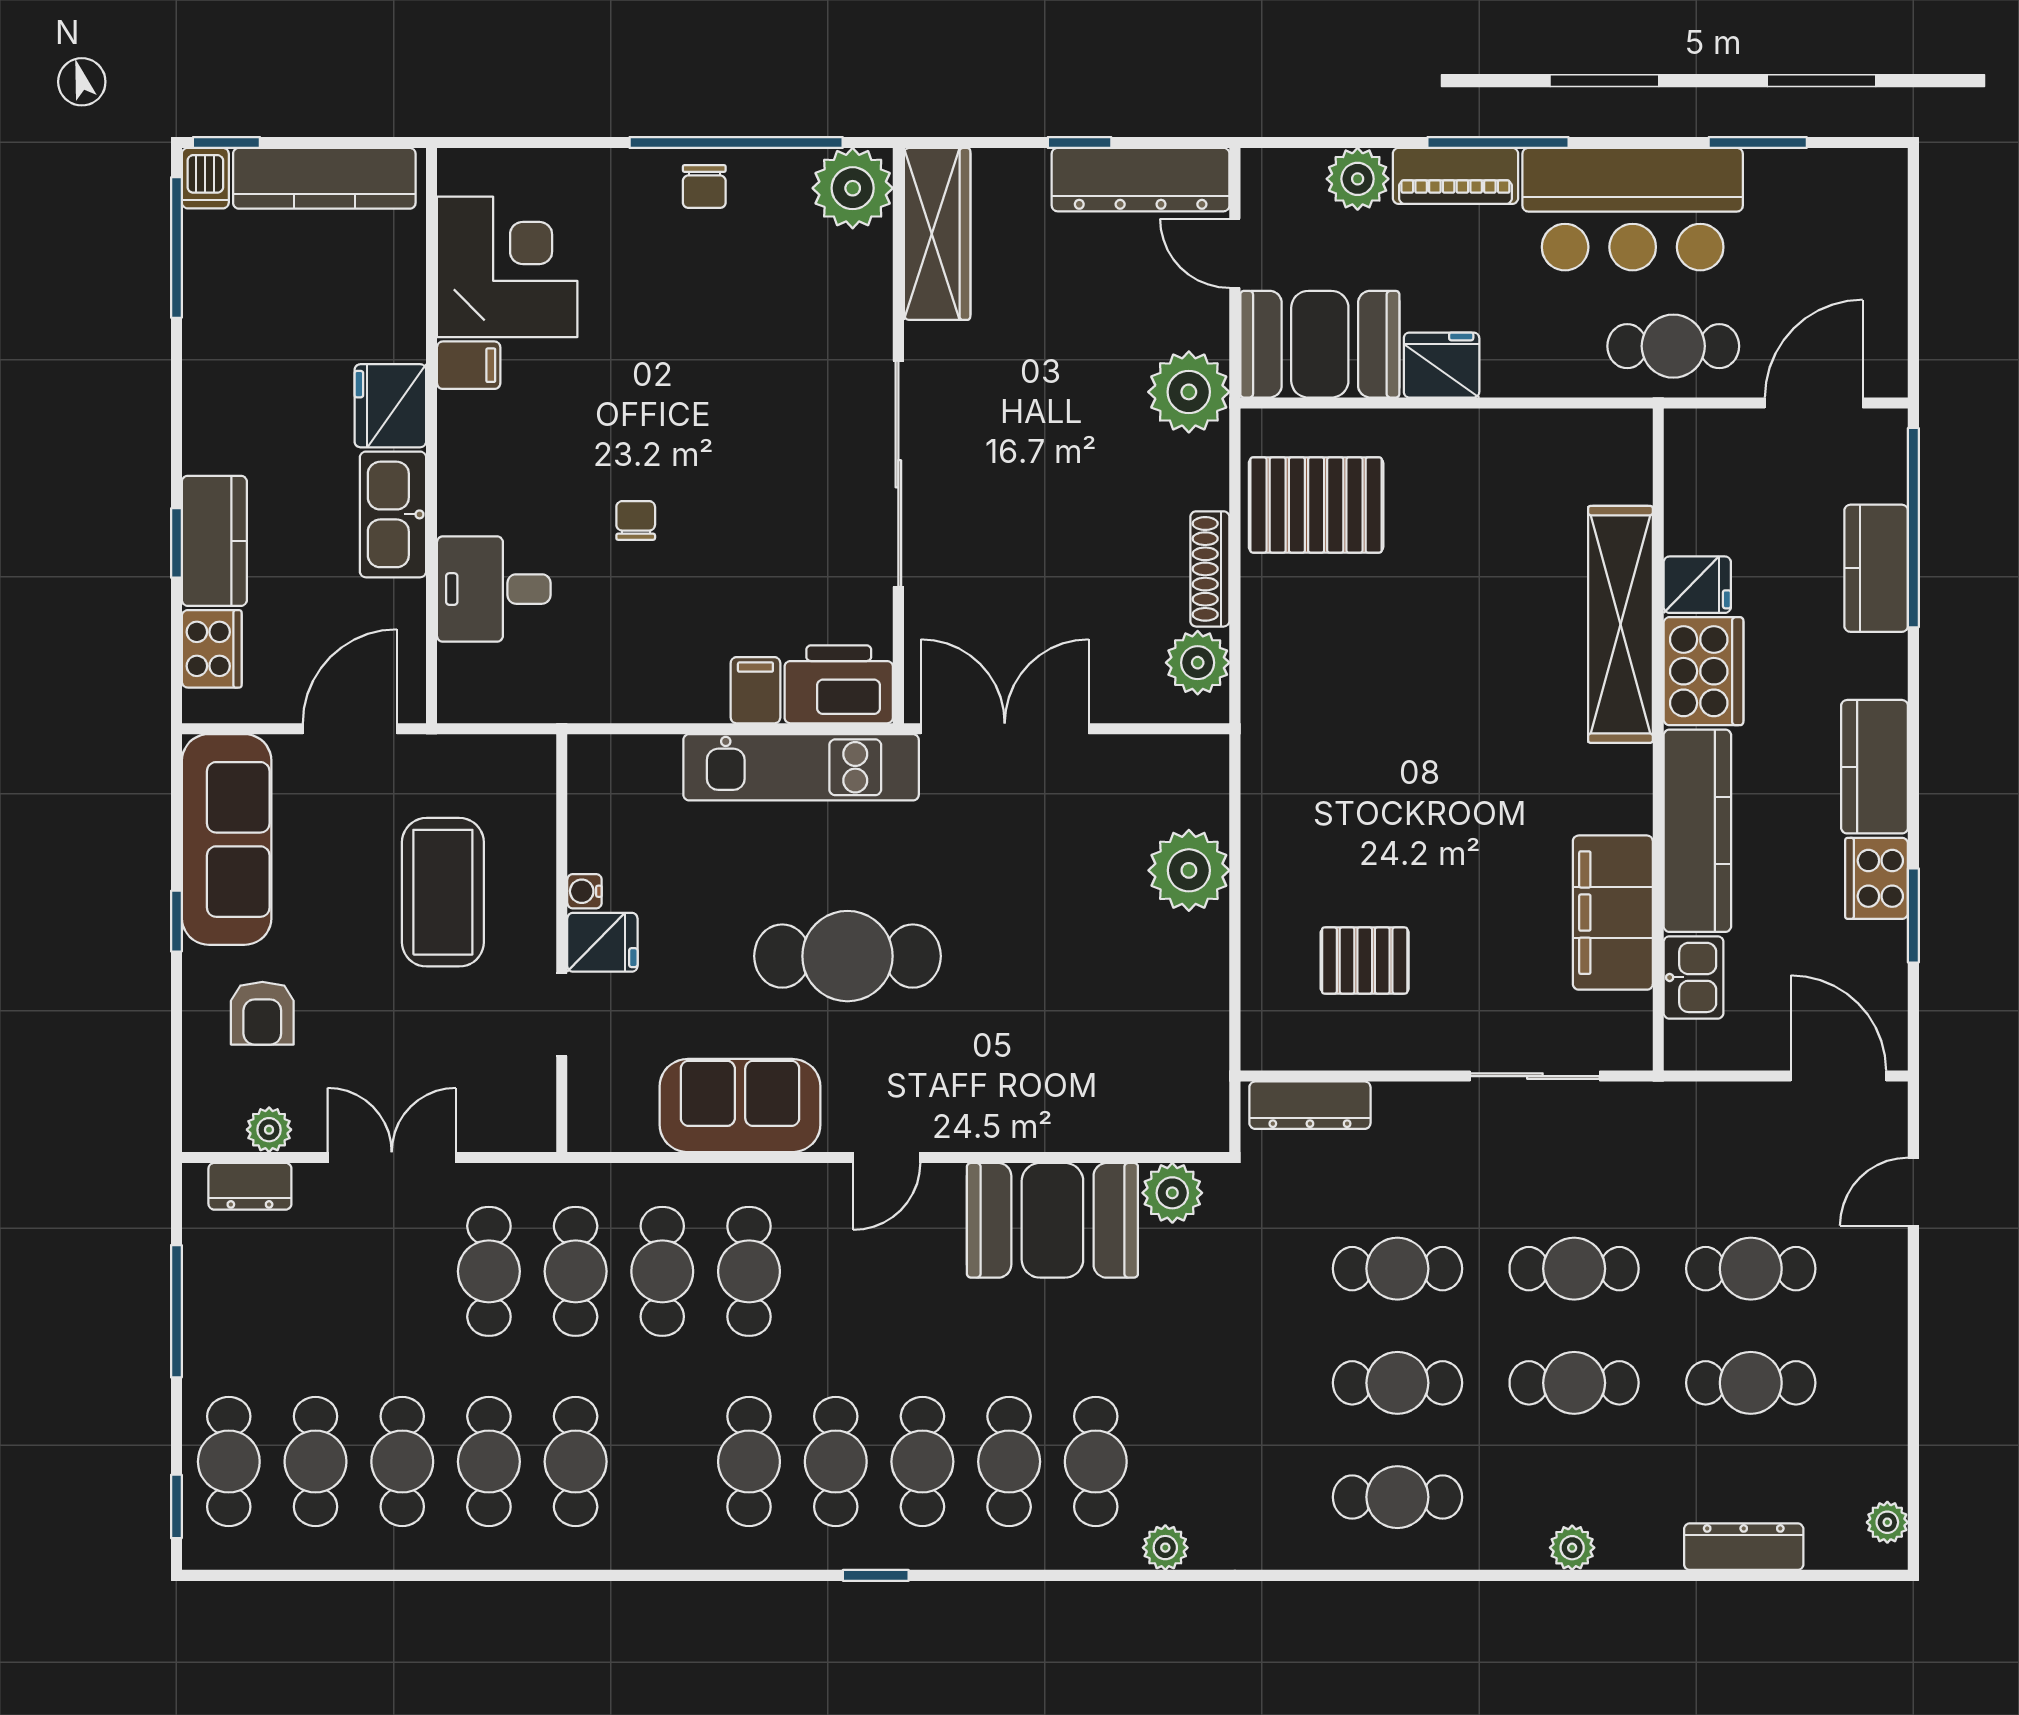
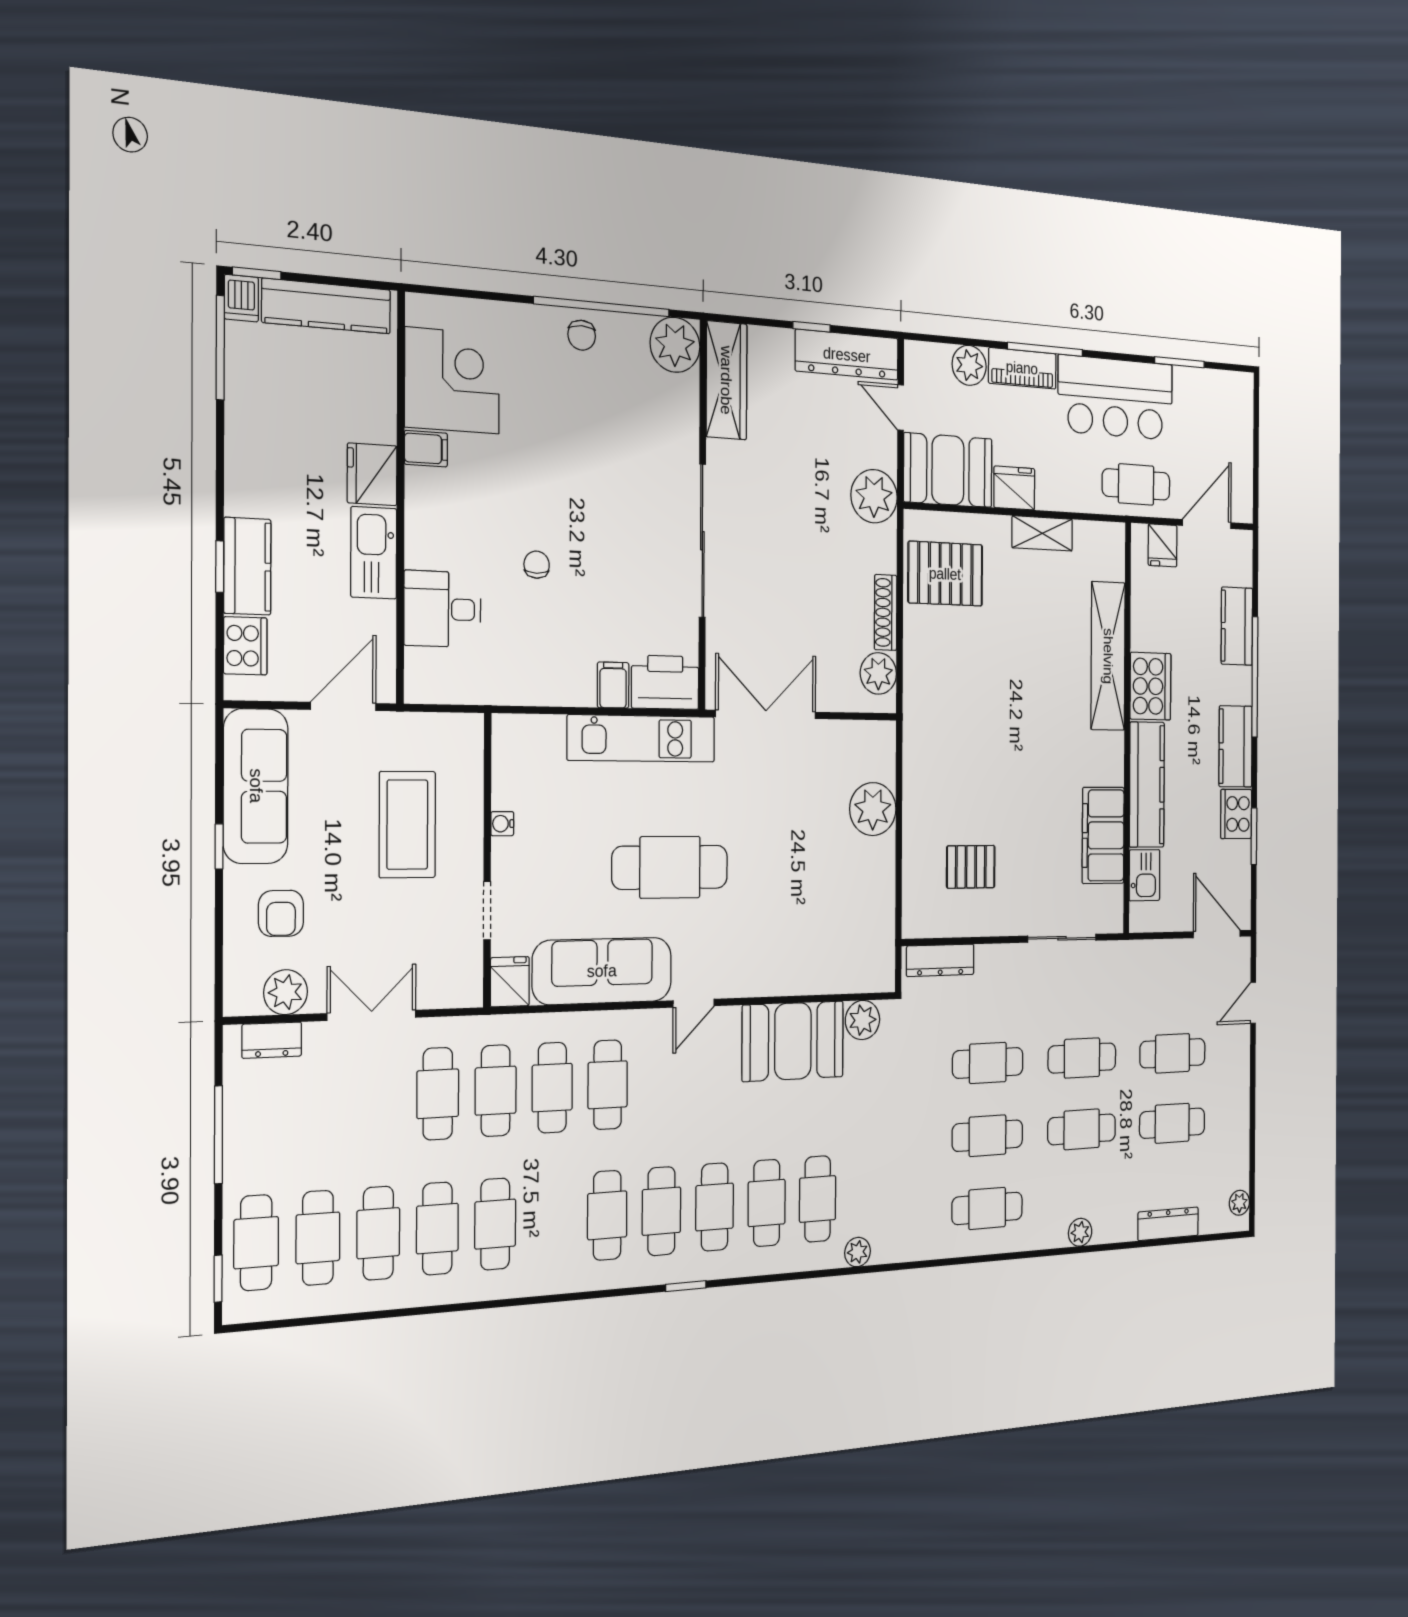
shelving: (1494, 434) -> (1042, 533), added
window: (1913, 528) -> (1255, 677), moved
fridge: (1697, 585) -> (1163, 545), moved, turned 90
fridge: (602, 942) -> (510, 982), moved, turned -90
sofa: (740, 1106) -> (602, 971), width x1.36
plant: (269, 1130) -> (286, 992), width x1.38, depth x1.38

